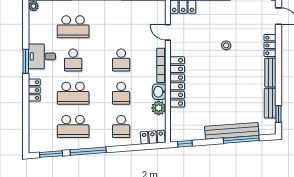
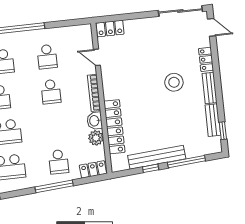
stool: (226, 45) -> (174, 82), moved, width x1.89, depth x1.89
locker: (177, 82) -> (114, 127), moved
school desk: (121, 93) -> (47, 57), moved
bench: (232, 131) -> (157, 157), moved
window: (185, 144) -> (151, 168), moved
window: (88, 151) -> (54, 186), moved

